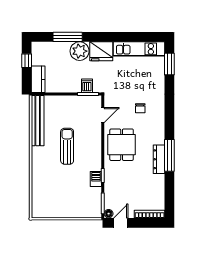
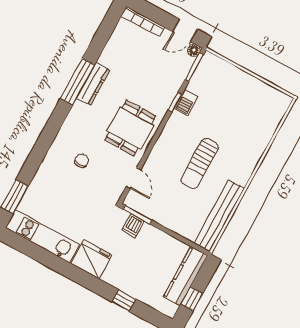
window: (68, 37) -> (124, 300), width x0.46
plant: (80, 51) -> (119, 274), removed
kitchen counter: (38, 79) -> (185, 276), width x1.50
door: (103, 115) -> (133, 178), swing flipped

